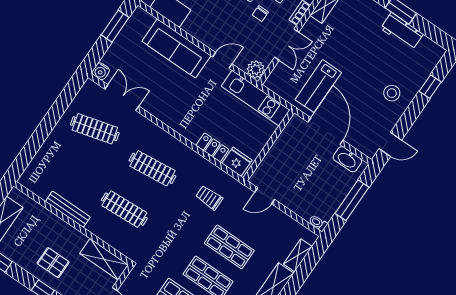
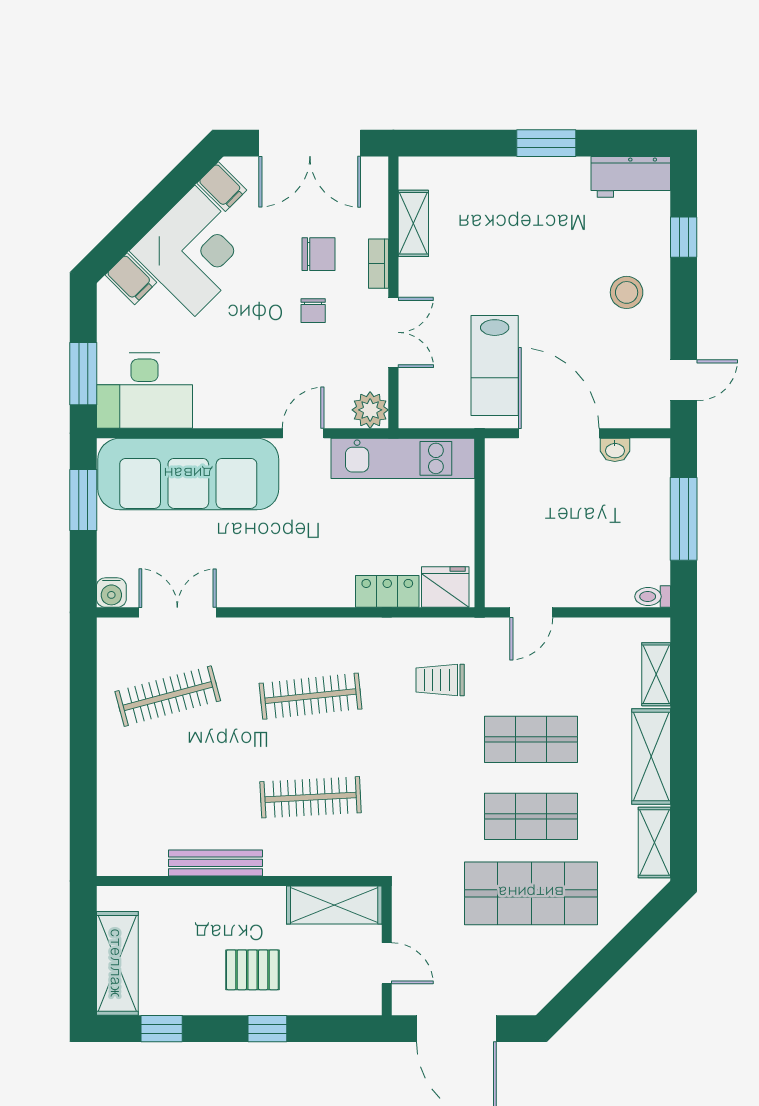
workbench: (402, 31) -> (631, 177), moved
sofa: (176, 48) -> (188, 474), width x1.36, depth x1.27
washbasin: (347, 159) -> (615, 450), width x0.52, depth x0.69

